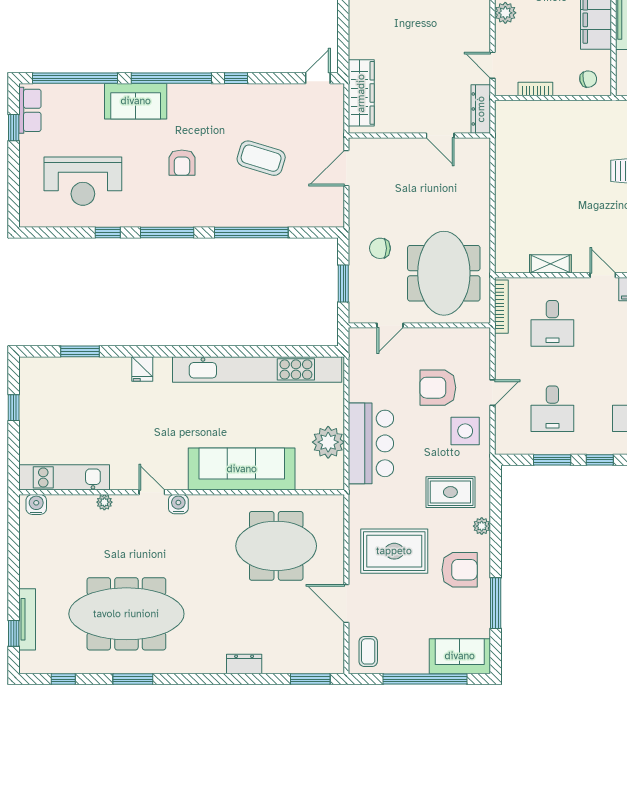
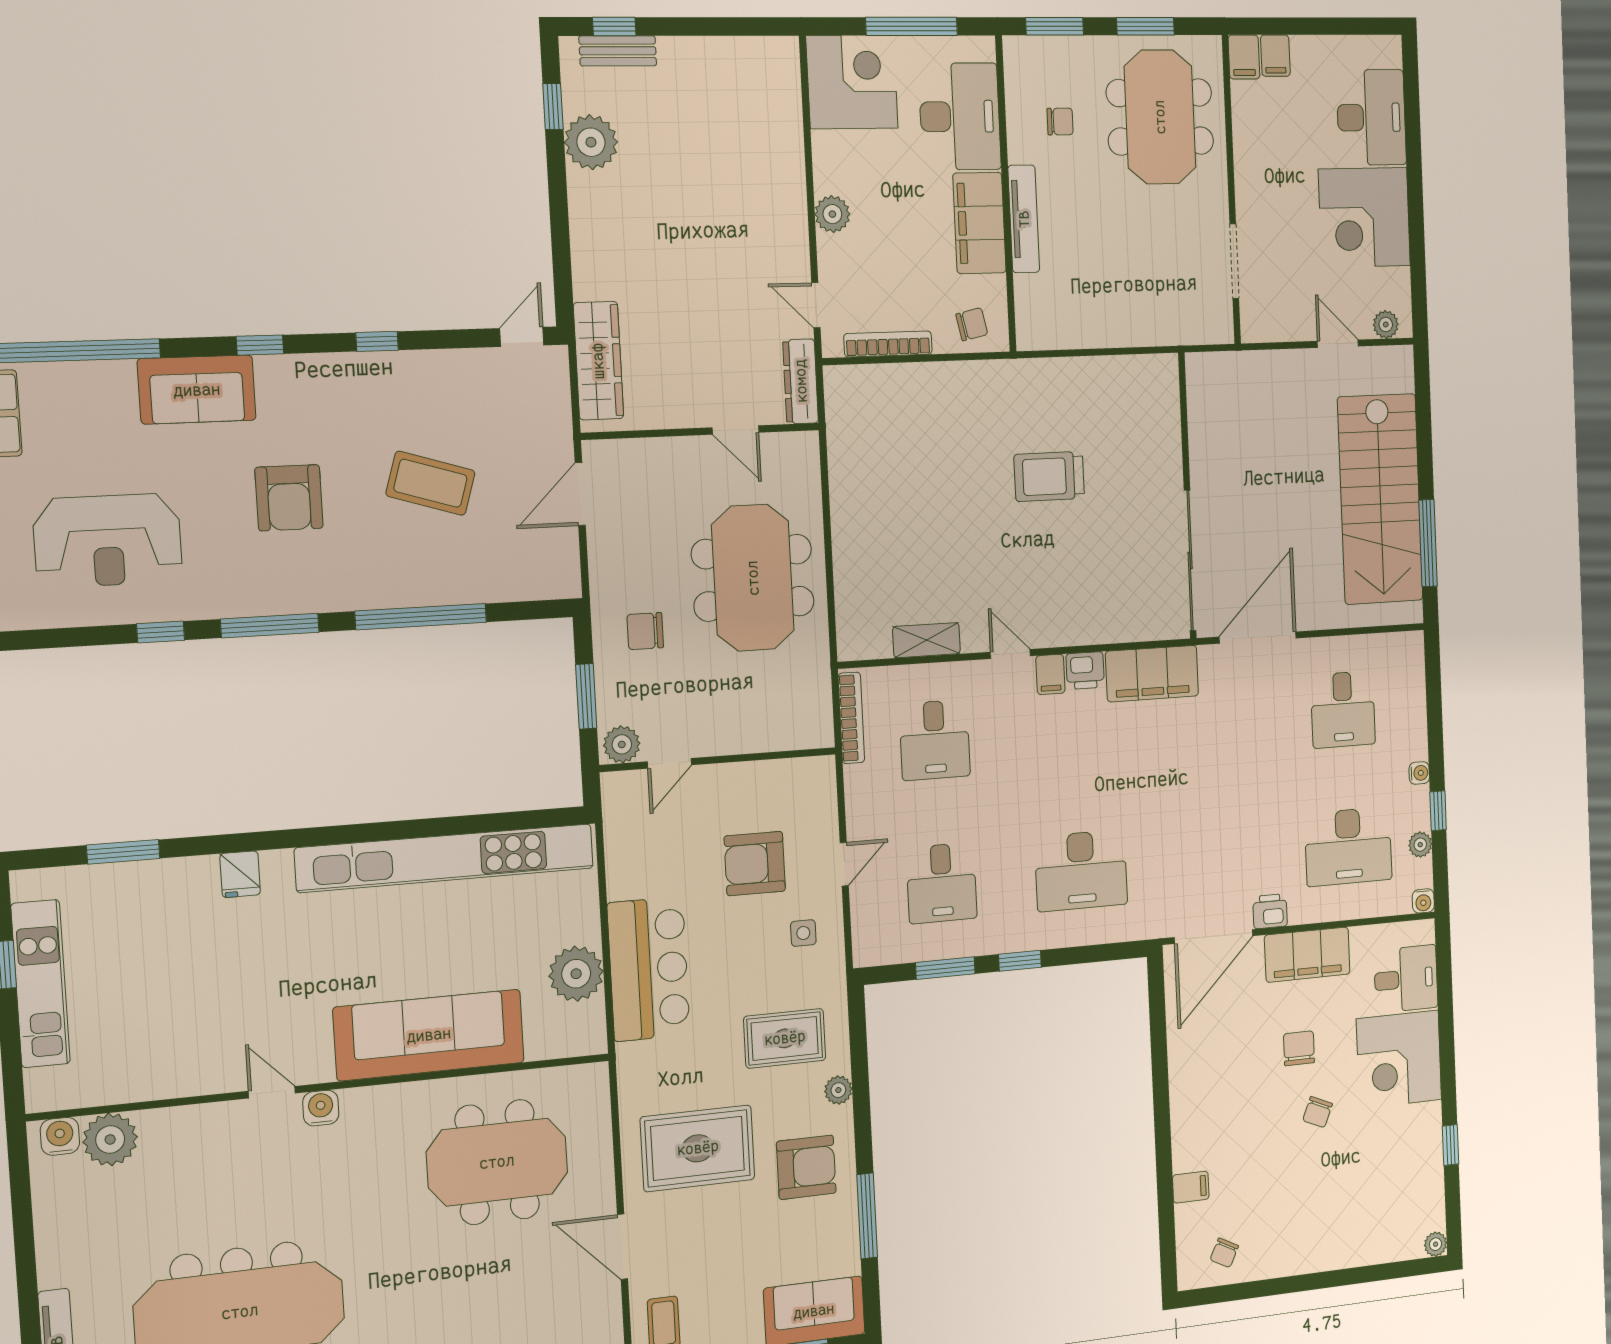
window: (171, 78) -> (260, 345), width x0.32
bookcase: (535, 89) -> (888, 344), width x1.56
armchair: (182, 163) -> (289, 498), width x1.38, depth x1.38
meeting table: (444, 273) -> (753, 578), moved
plant: (362, 312) -> (622, 744), added
side table: (465, 431) -> (803, 933), width x0.54, depth x0.54
kitchen unit: (64, 477) -> (41, 984), moved, turned 90
plant: (104, 502) -> (110, 1139), moved, width x1.88, depth x1.88

